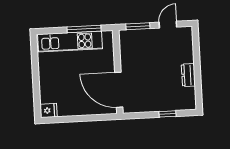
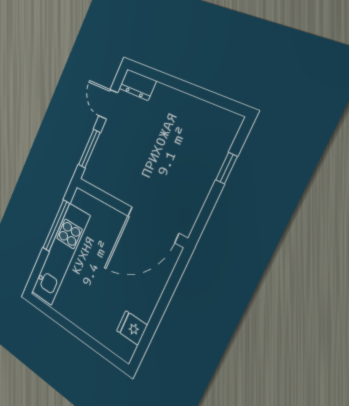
dresser: (188, 75) -> (138, 85), moved
fridge: (49, 110) -> (132, 328), moved, turned -90

